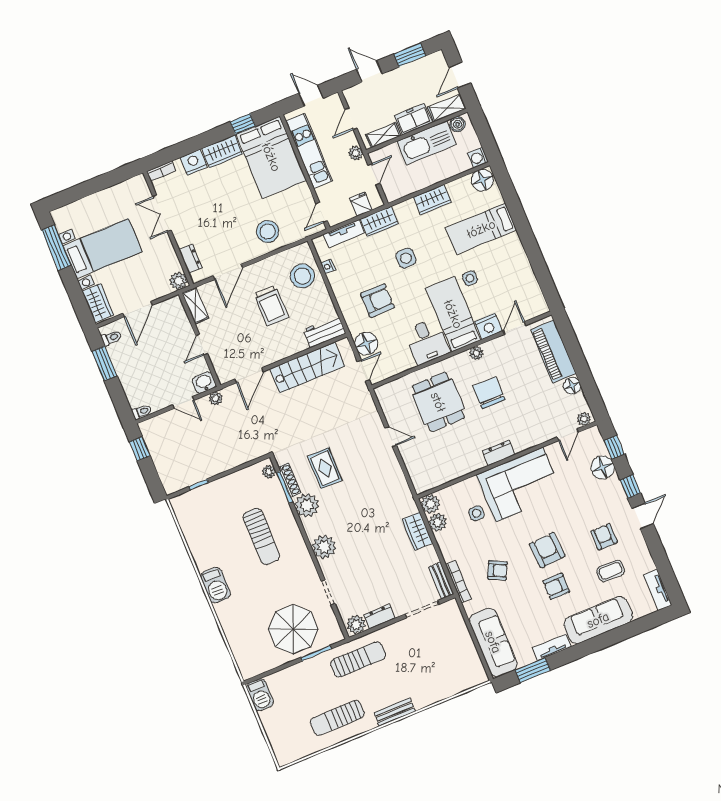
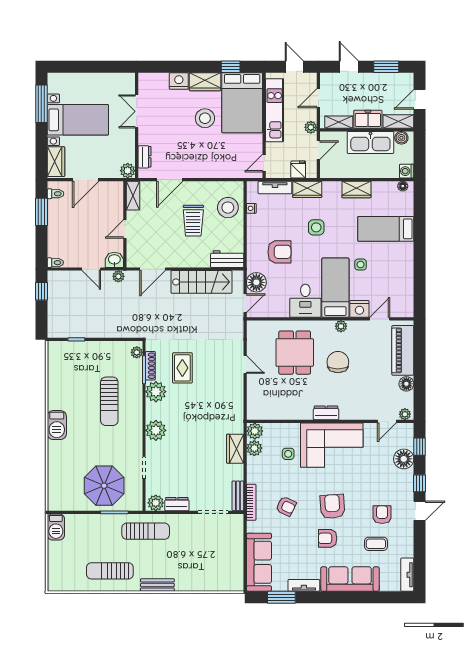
bookcase: (161, 171) -> (150, 77), removed
floor lamp: (482, 180) -> (403, 186), width x0.53, depth x0.53
stool: (268, 232) -> (205, 118), moved

